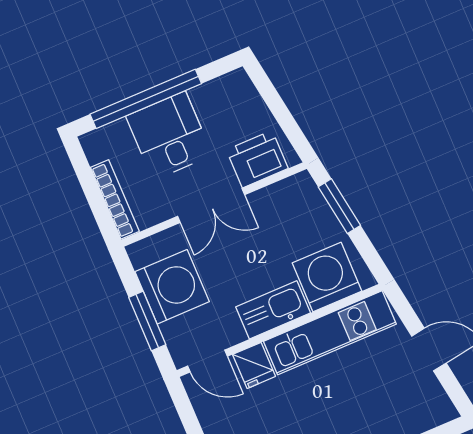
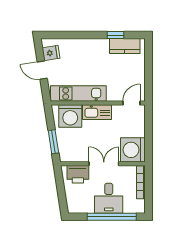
washing machine: (172, 287) -> (133, 150), moved
window: (147, 321) -> (148, 129), removed
door: (207, 361) -> (132, 103), hinge flipped
fridge: (254, 365) -> (51, 53), moved, turned 81

